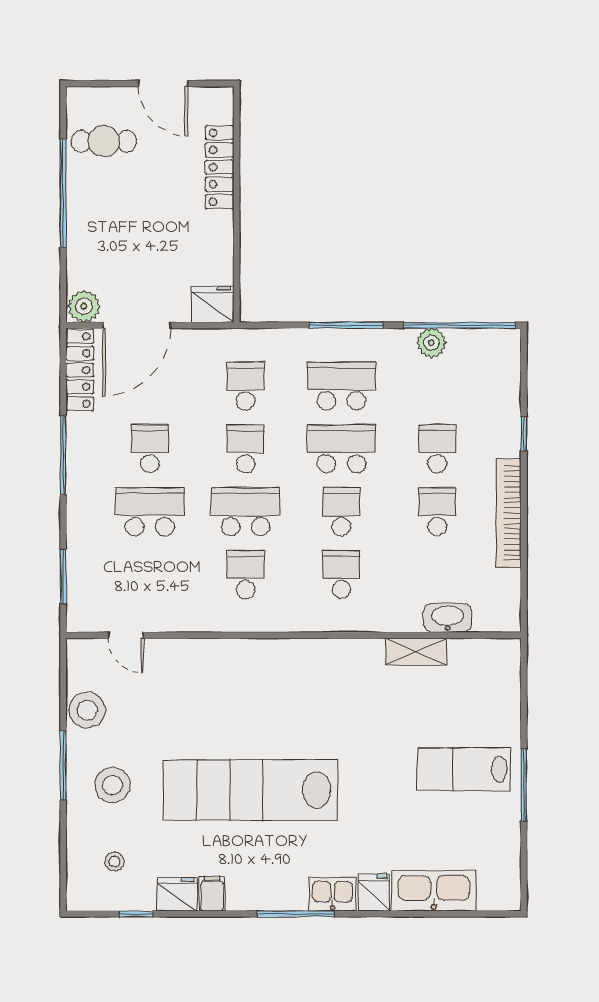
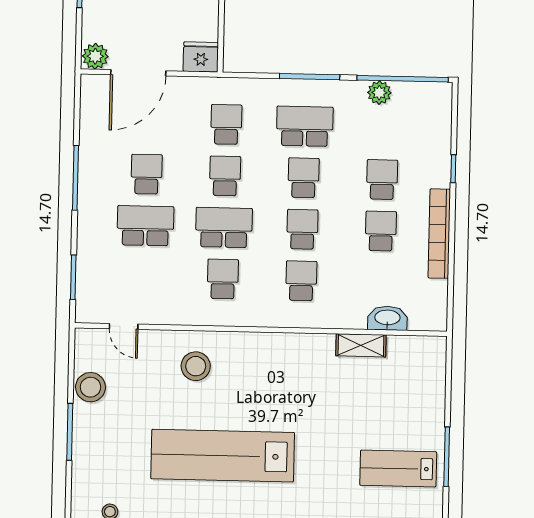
locker: (80, 370) -> (91, 108), removed
school desk: (341, 449) -> (304, 178), width x0.54
lab bench: (464, 769) -> (398, 468), moved
stool: (112, 785) -> (196, 366), moved

